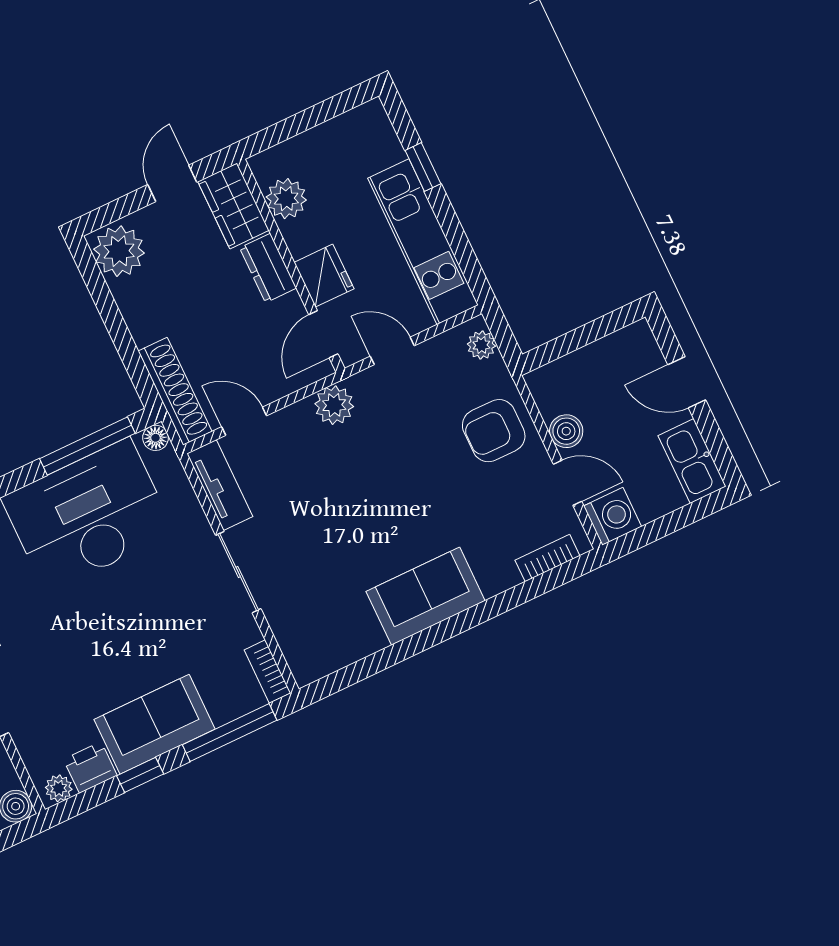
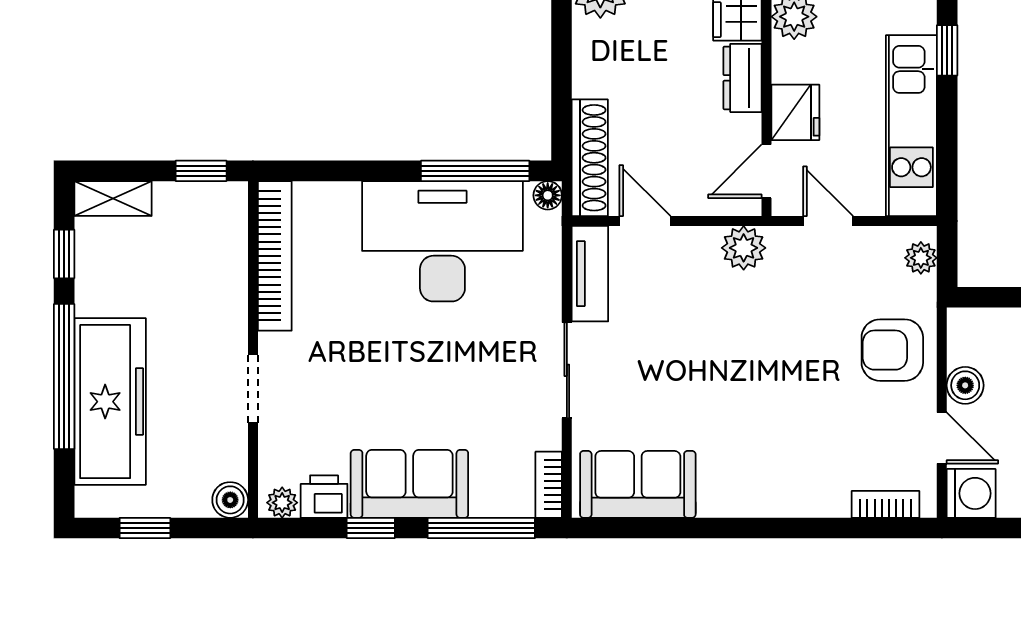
sofa: (426, 596) -> (638, 484), moved

